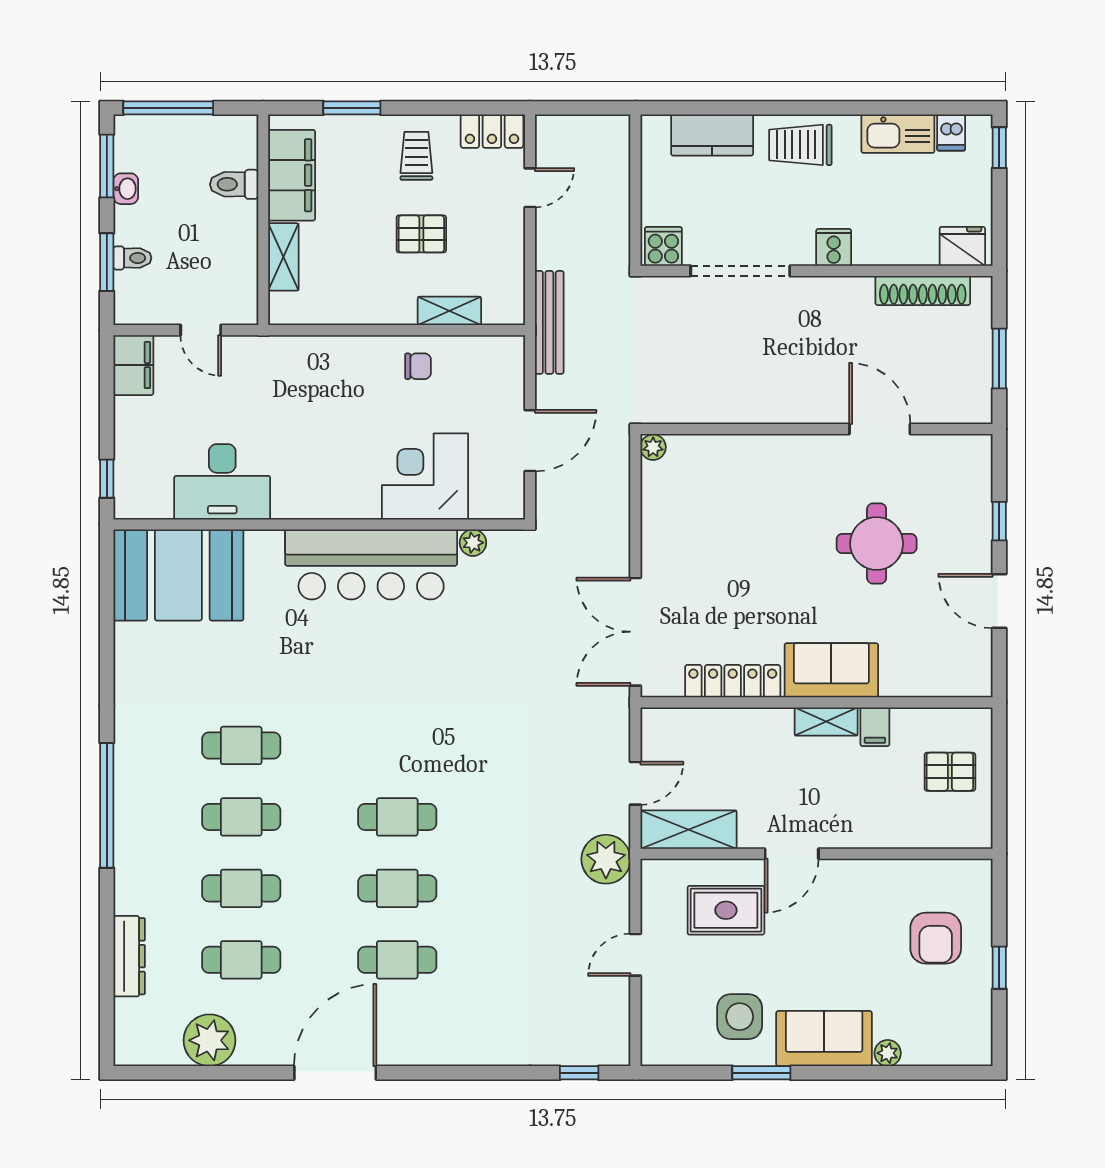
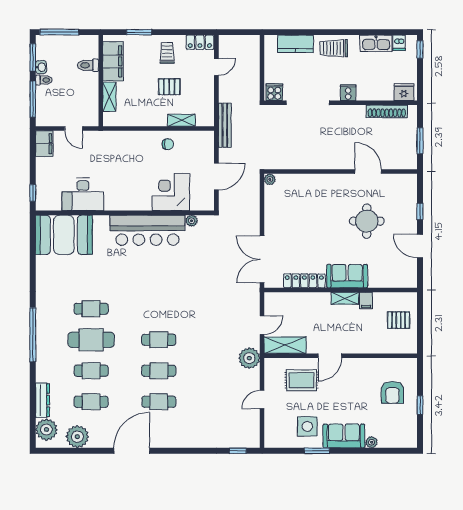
toilet: (132, 258) -> (44, 80), moved
window: (107, 262) -> (33, 99), width x1.44
cafe table: (241, 817) -> (91, 340), width x1.37, depth x1.35
plant: (138, 1024) -> (46, 430), added

